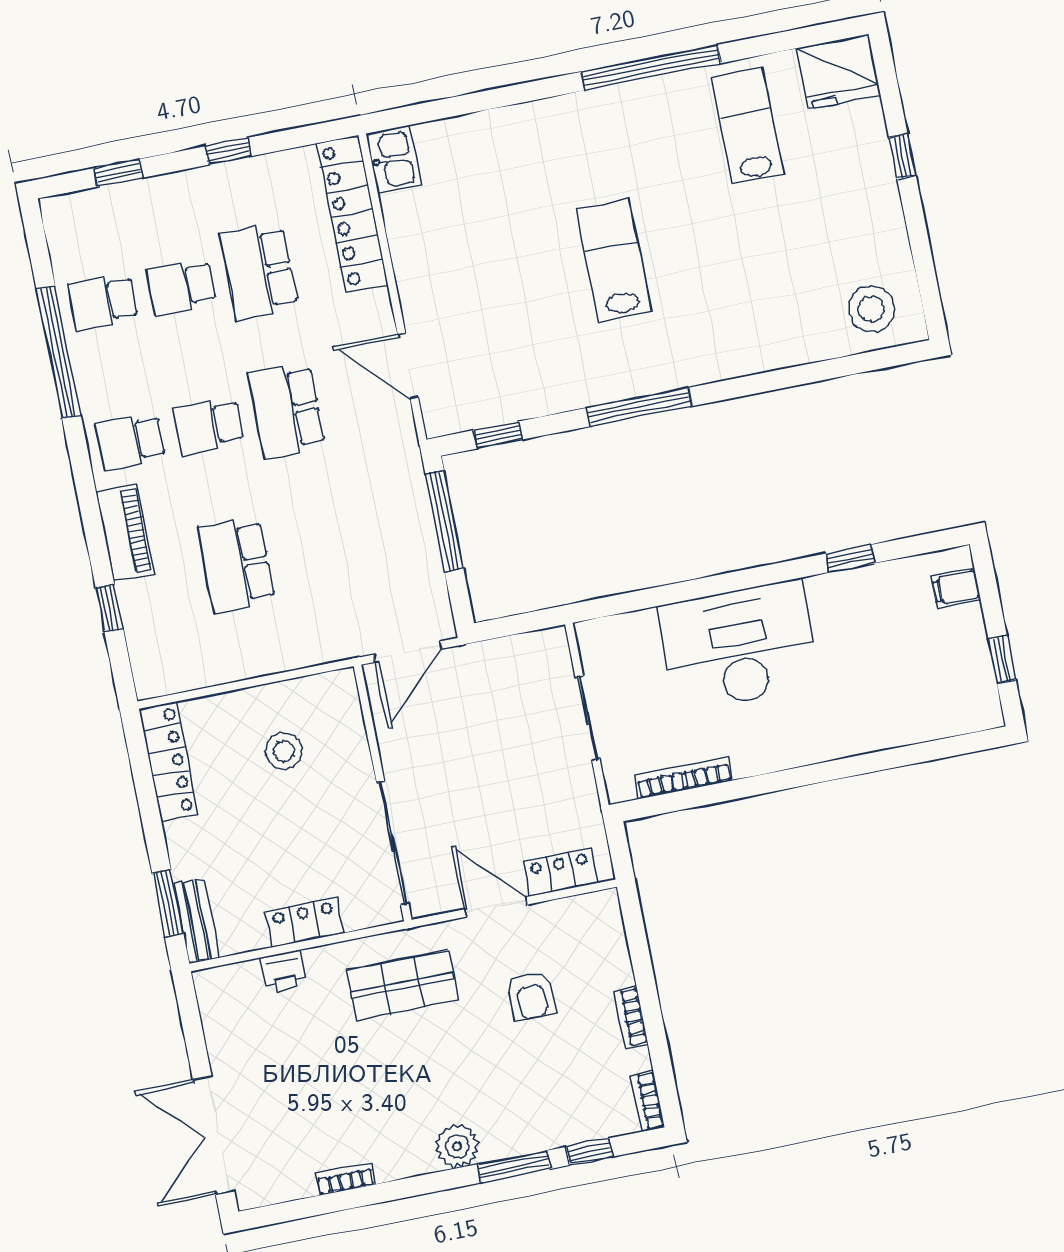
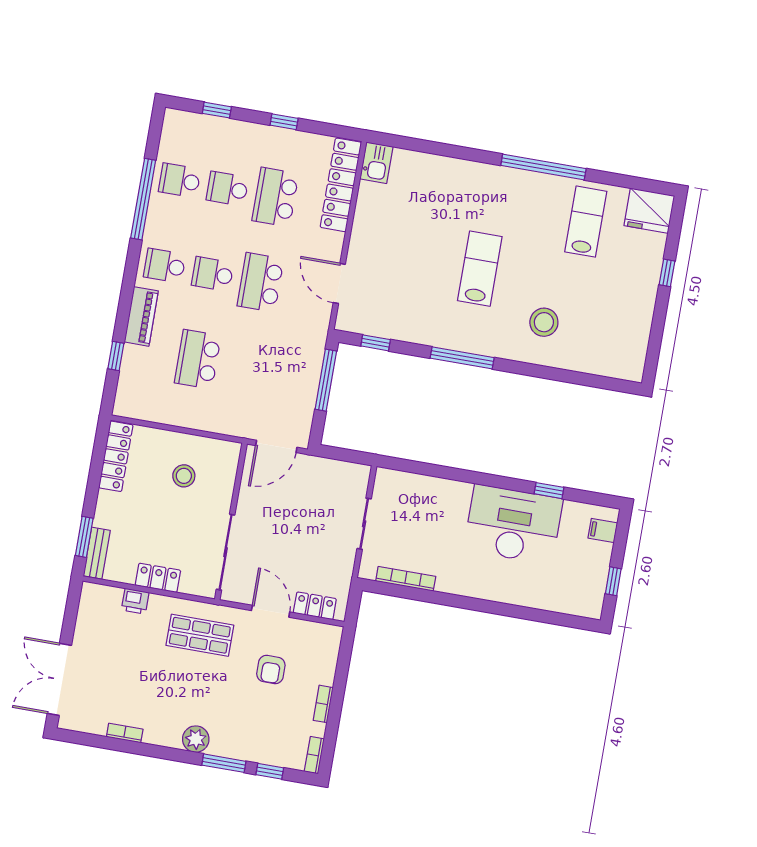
stool: (871, 309) -> (544, 322), moved
desk: (739, 646) -> (513, 524), moved

